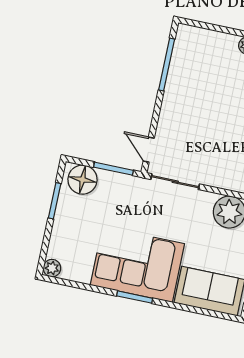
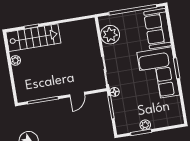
door: (149, 150) -> (77, 95), moved
floor lamp: (82, 180) -> (115, 92), moved, width x0.53, depth x0.53
plant: (52, 268) -> (145, 125), moved

